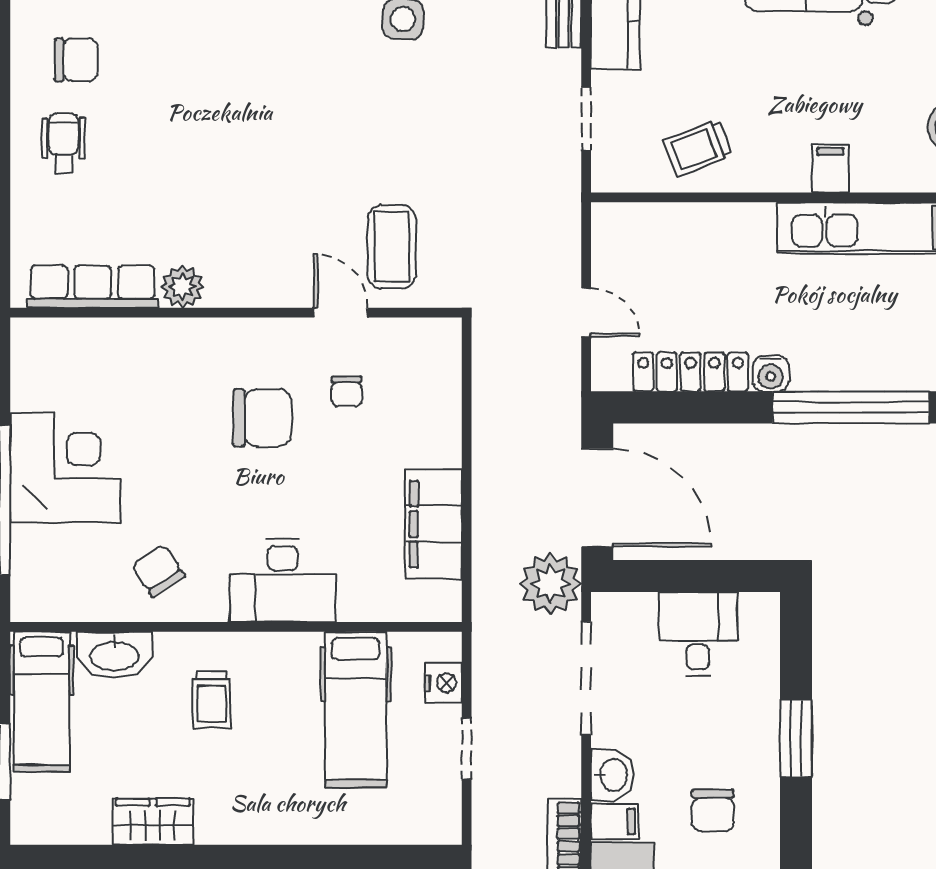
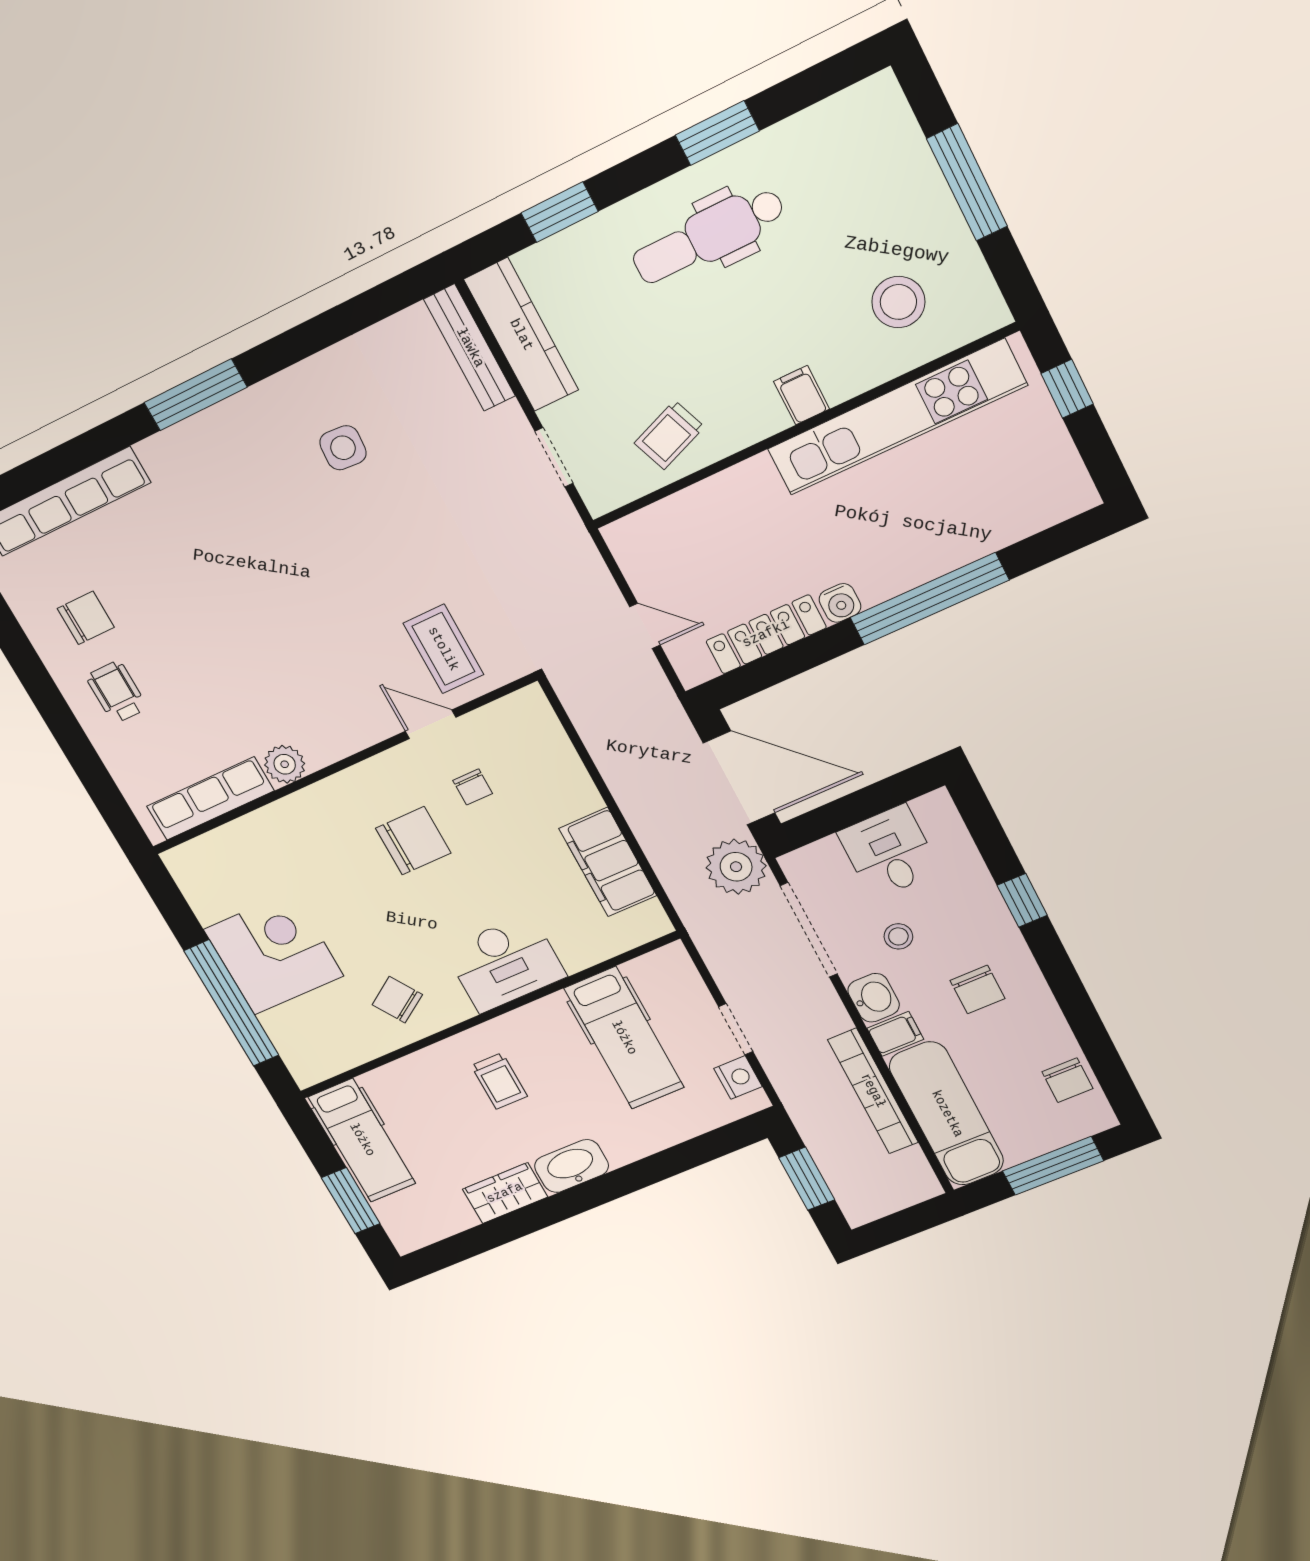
washbasin: (114, 655) -> (572, 1166), moved, turned 180
nightstand: (443, 683) -> (738, 1078), moved
stool: (666, 723) -> (898, 936), added
window: (796, 738) -> (1022, 900), width x0.67

